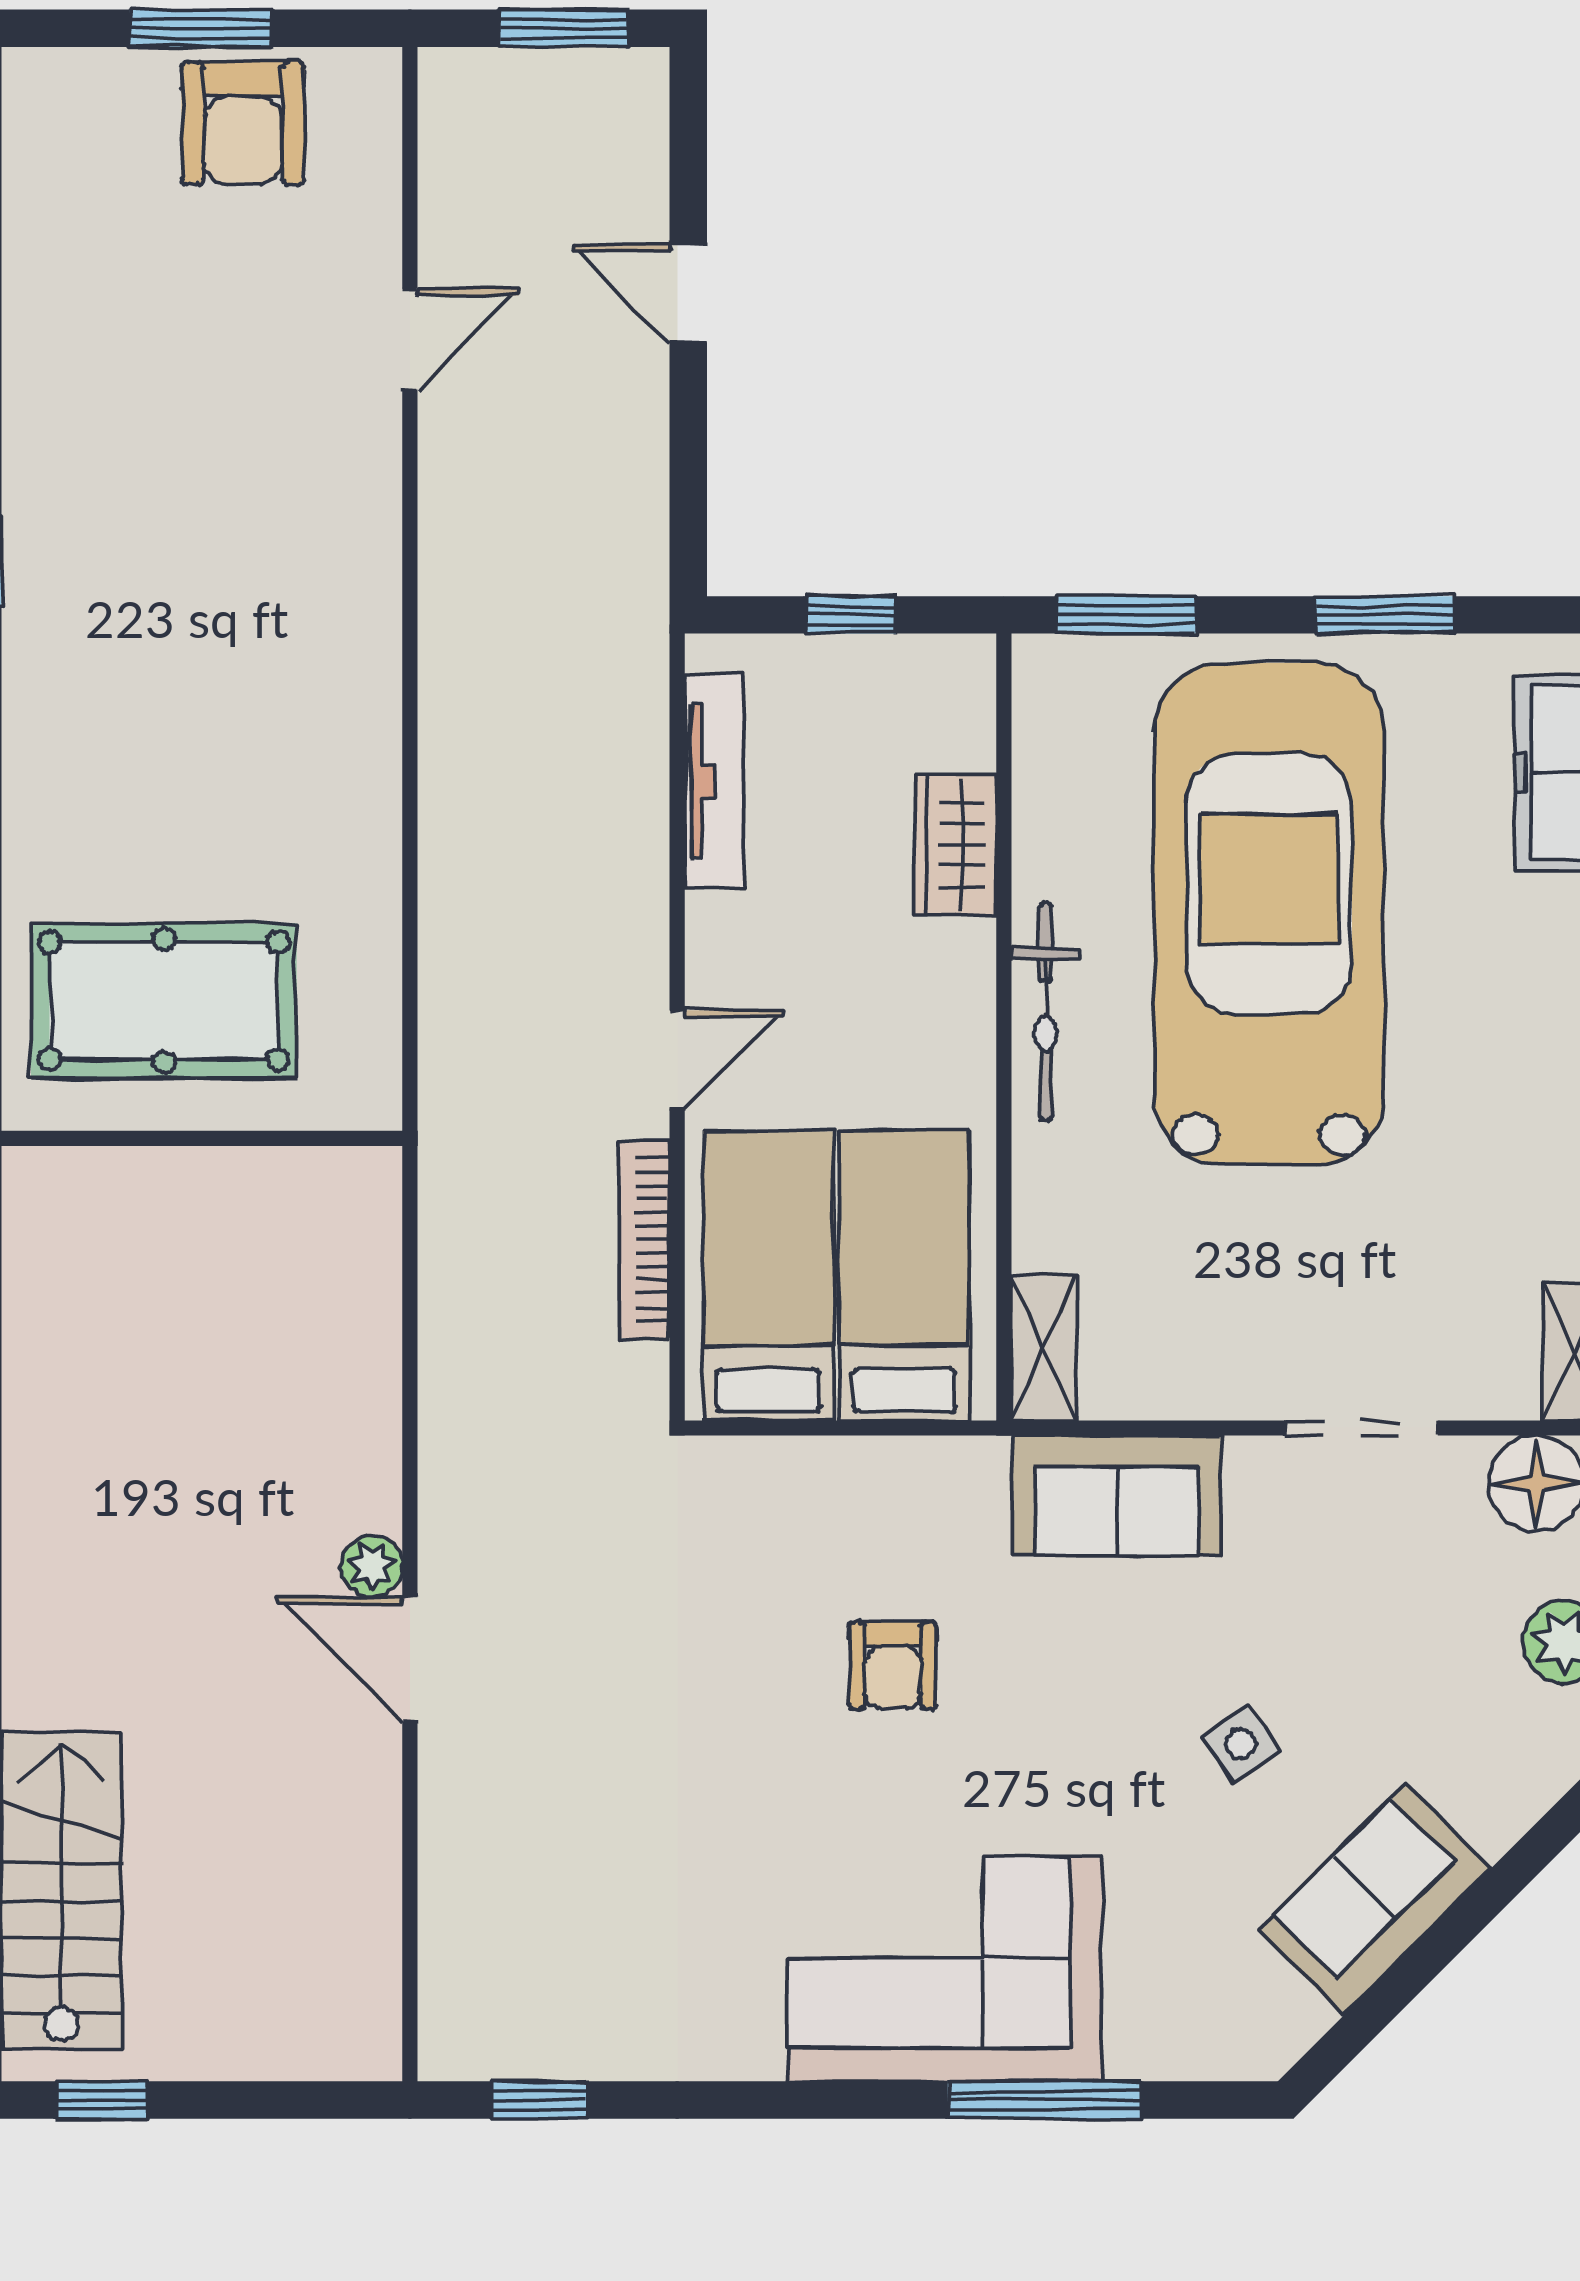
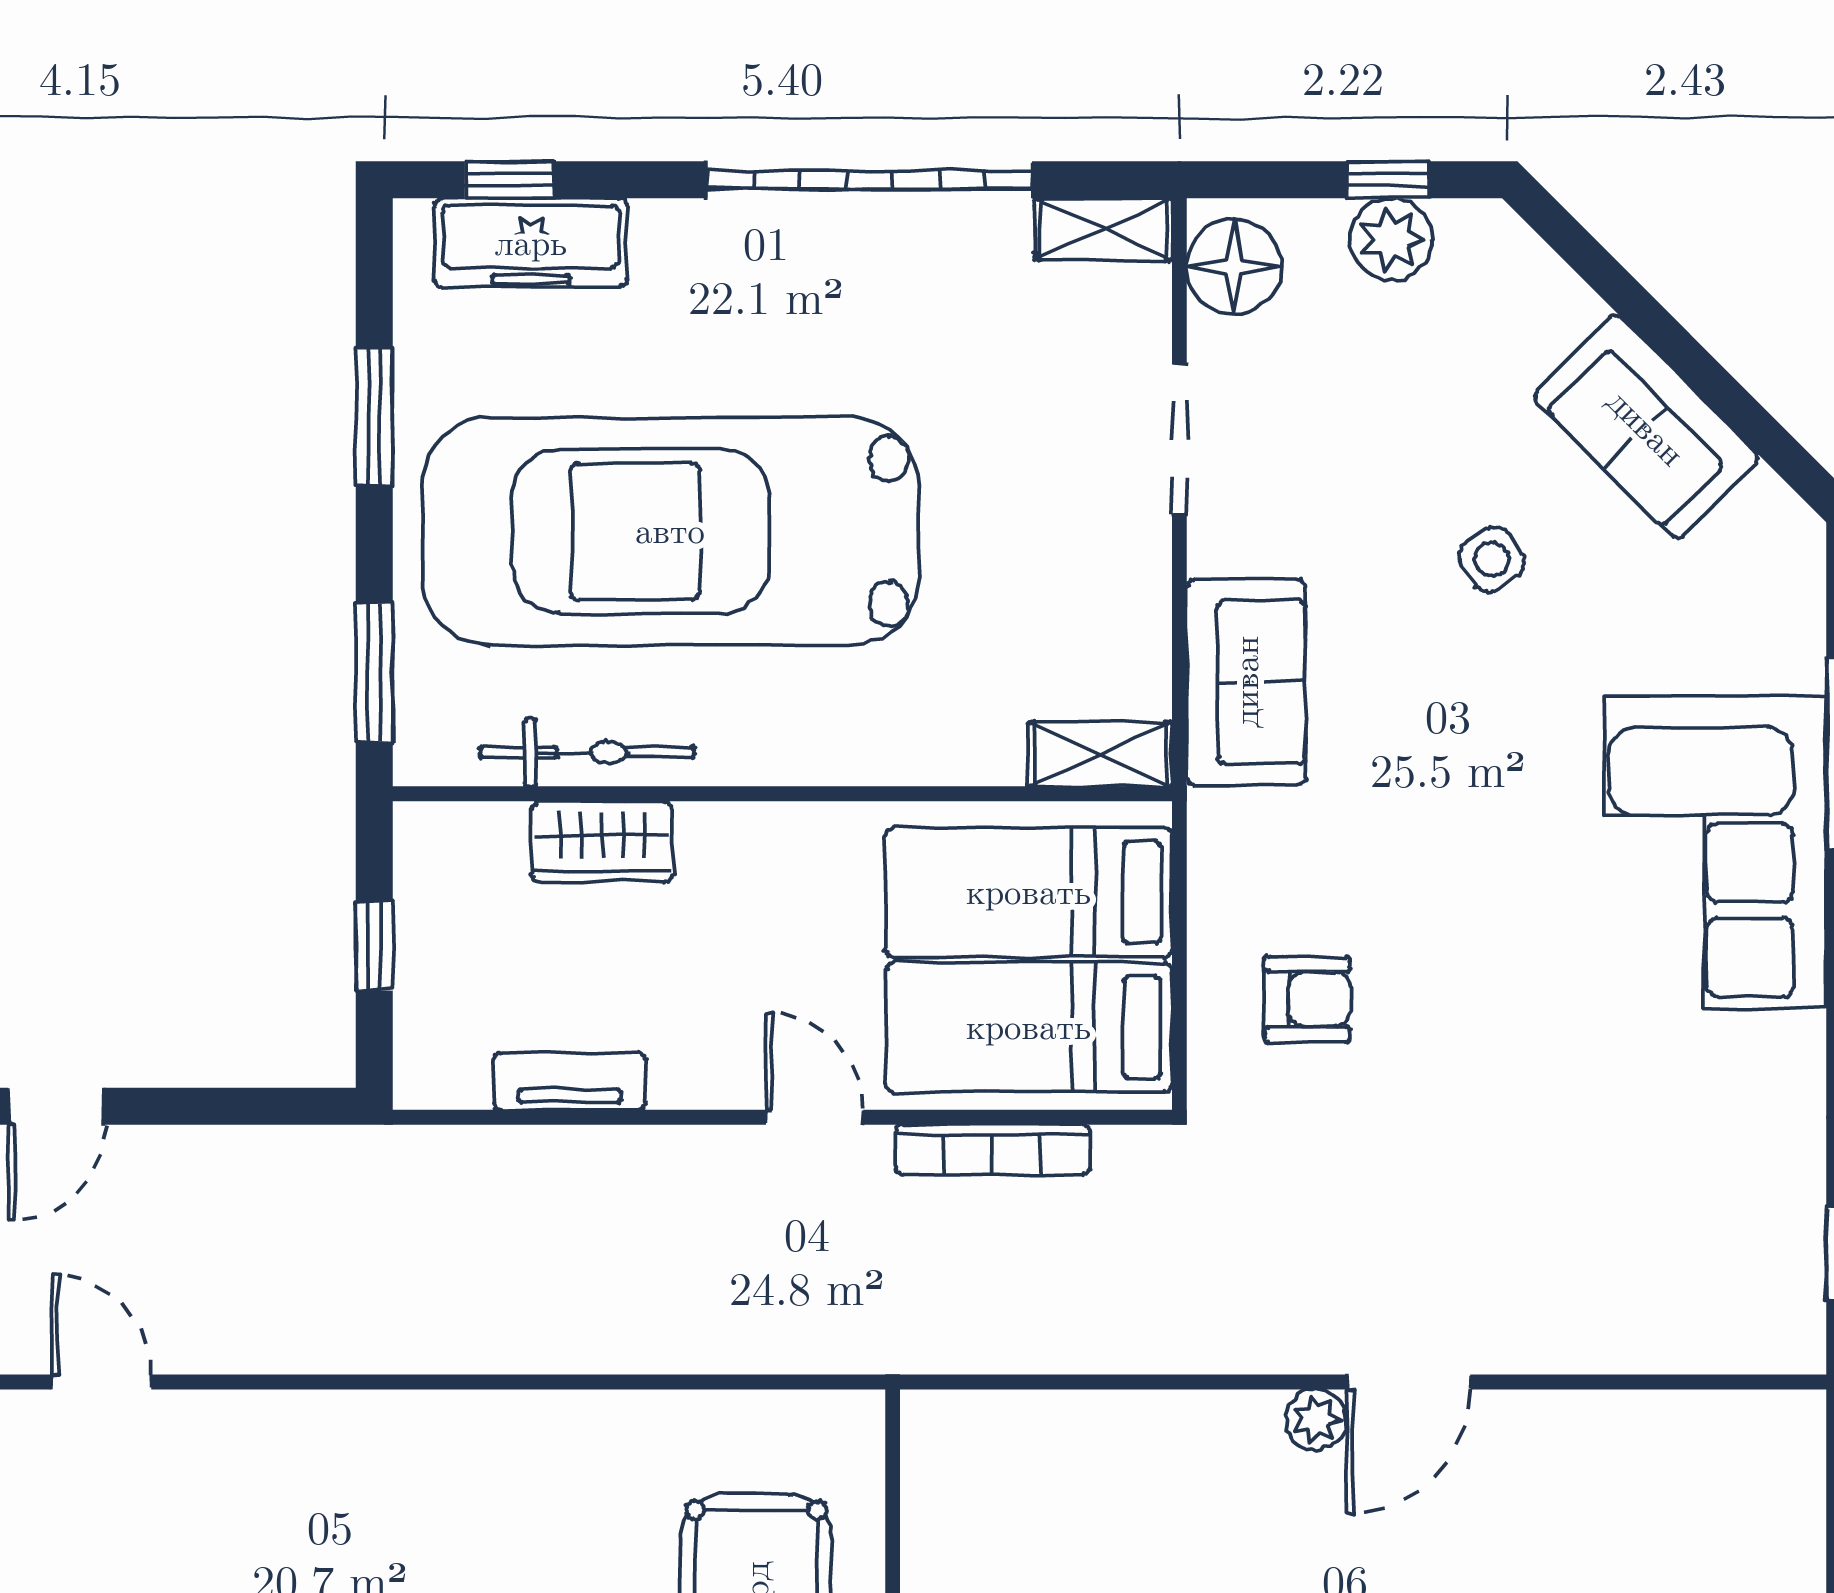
tv unit: (714, 781) -> (570, 1081), width x0.71
bicycle: (1046, 1012) -> (587, 752), moved
armchair: (893, 1665) -> (1307, 999), moved

